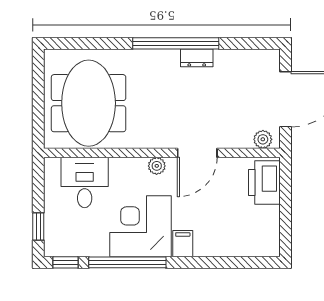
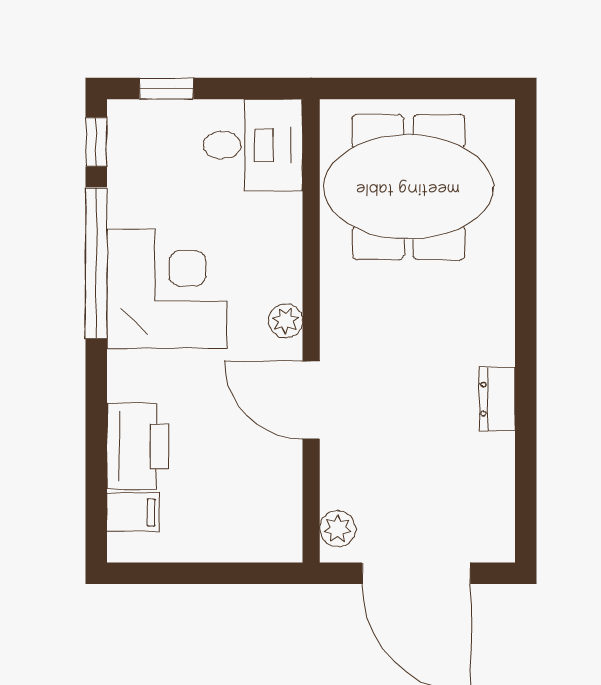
window: (176, 43) -> (526, 358), removed
desk: (85, 182) -> (253, 145), moved
printer: (264, 183) -> (138, 446), moved, turned 90
filing cabinet: (183, 244) -> (133, 512), moved

